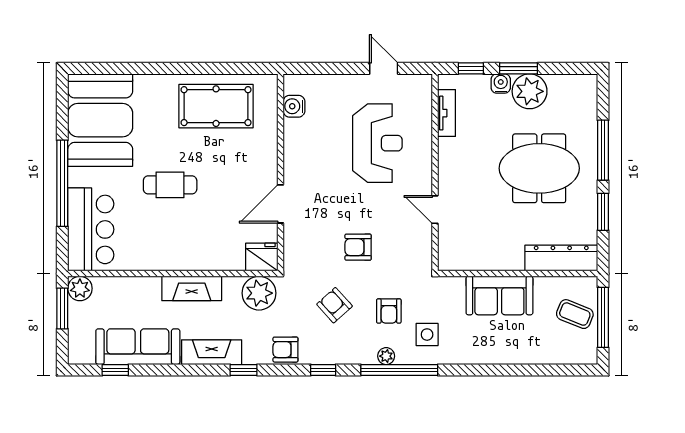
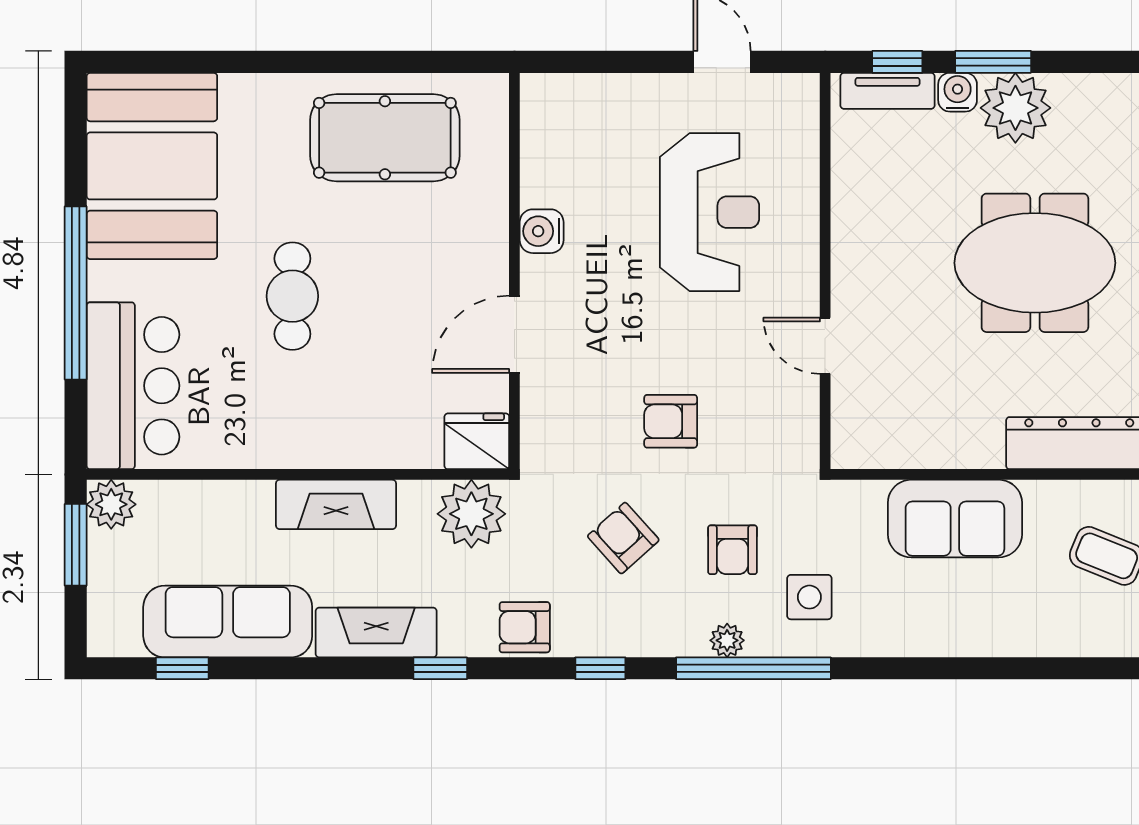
water cooler: (294, 106) -> (542, 231), moved
tv unit: (446, 113) -> (887, 91), moved, turned 90
cafe table: (170, 185) -> (292, 296), turned 90

